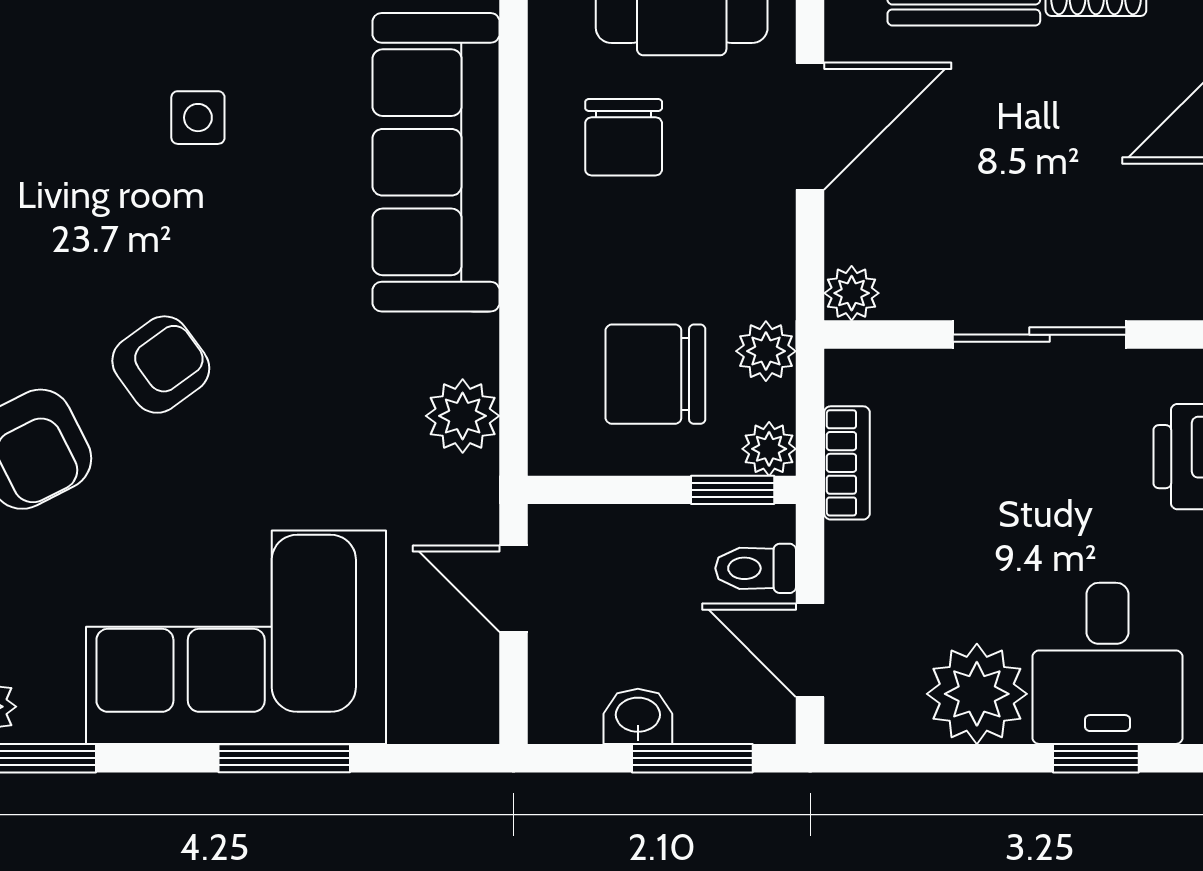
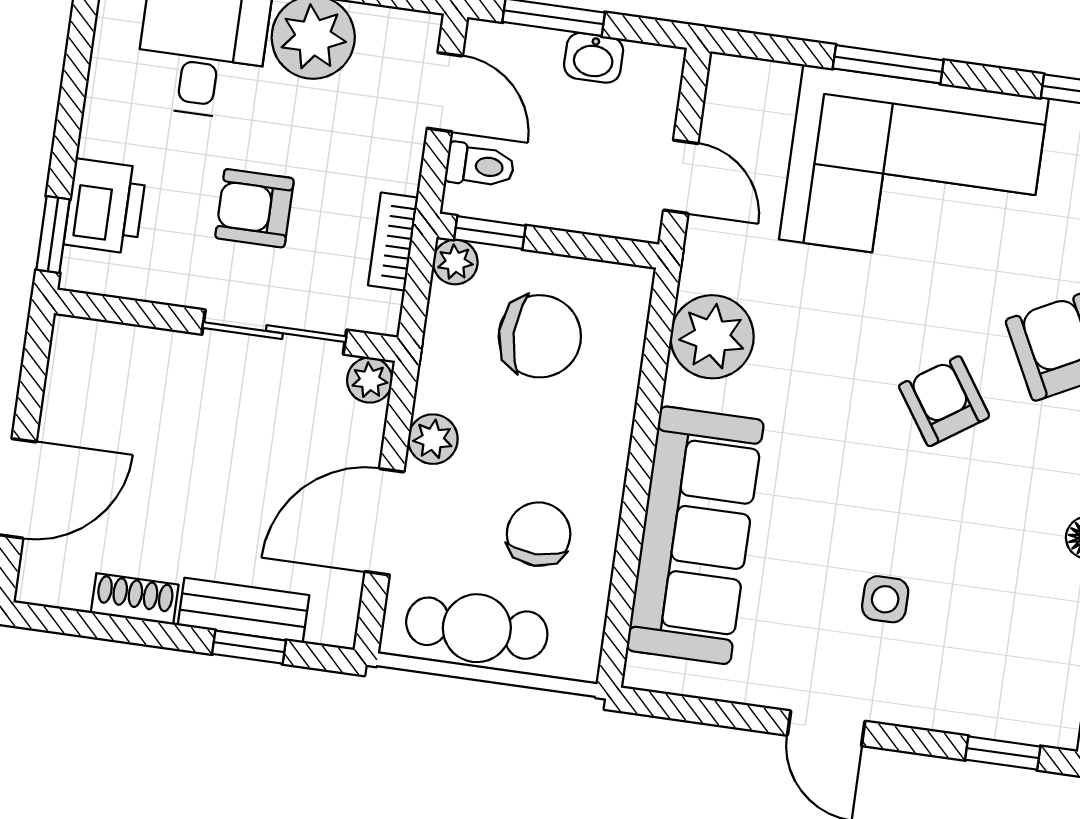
sliding door: (1039, 335) -> (274, 332), moved
plant: (766, 351) -> (433, 439), moved
armchair: (161, 365) -> (944, 401), turned 92
plant: (463, 416) -> (712, 337), width x1.36, depth x1.36
armchair: (1018, 479) -> (254, 208), added

